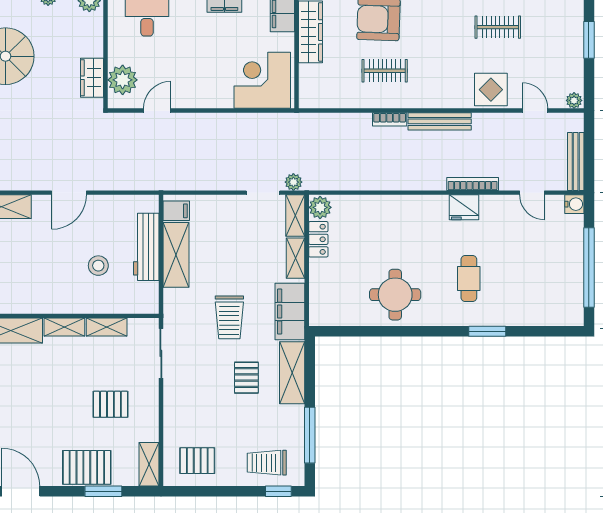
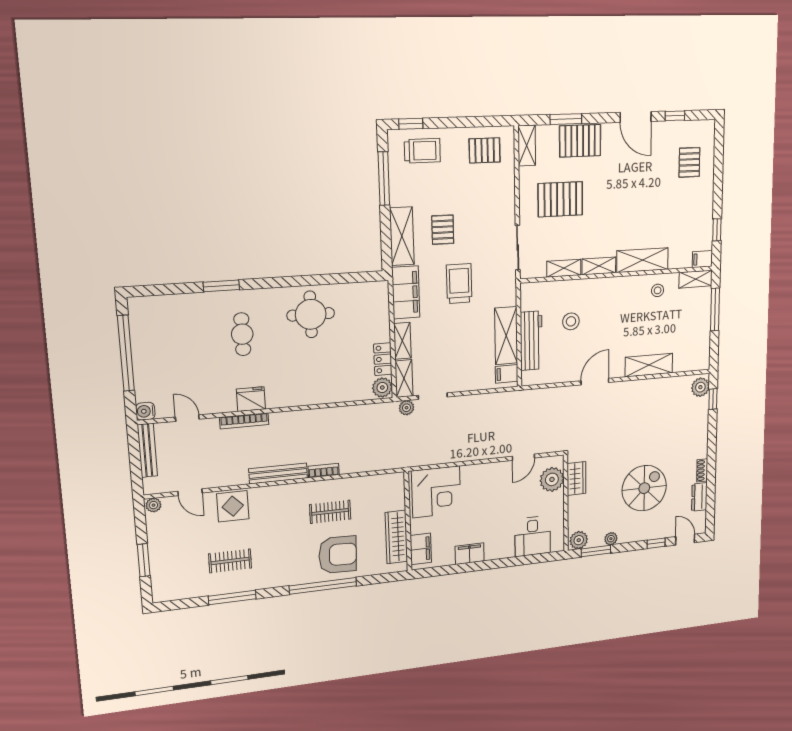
pallet: (110, 404) -> (560, 199), width x1.50, depth x1.42

